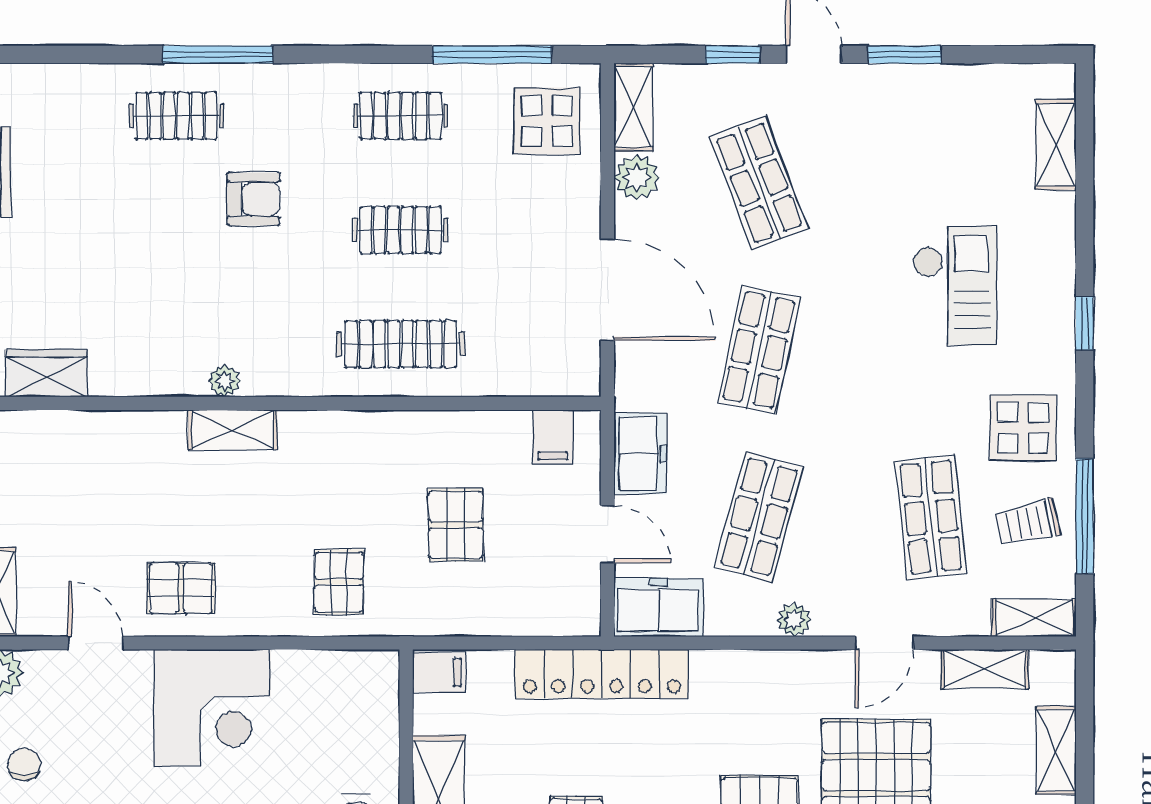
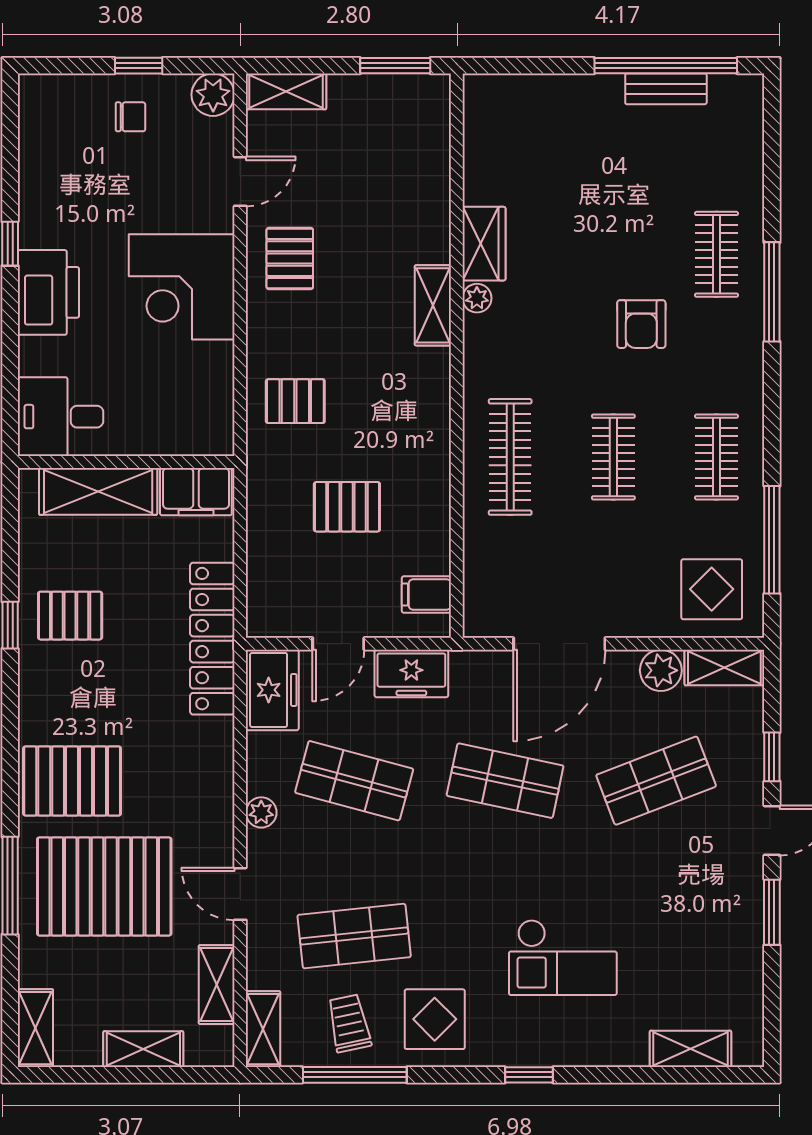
wardrobe: (46, 373) -> (484, 244), moved
filing cabinet: (439, 672) -> (196, 492), width x2.00

